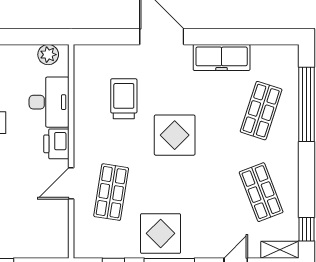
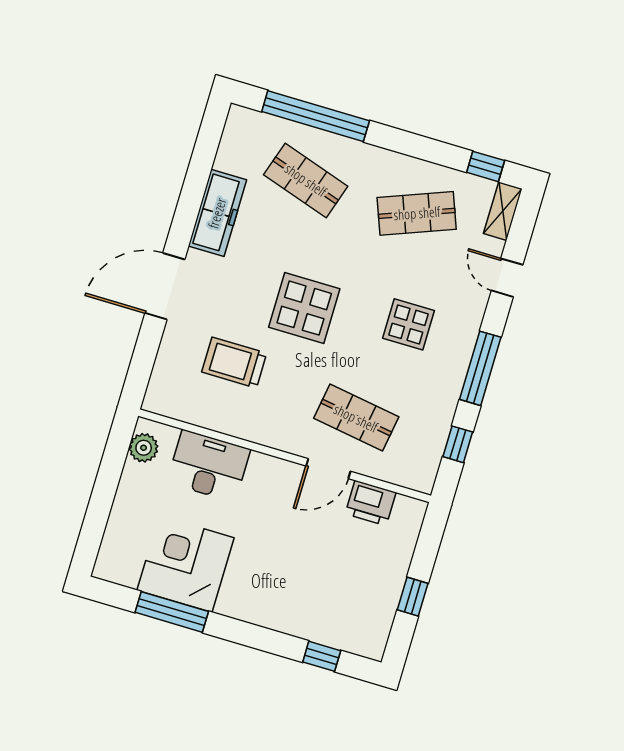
printer: (56, 144) -> (371, 503), moved
door: (71, 183) -> (328, 469), hinge flipped
display table: (161, 233) -> (409, 324), moved, width x0.73, depth x0.73

